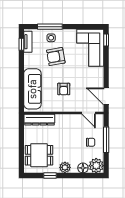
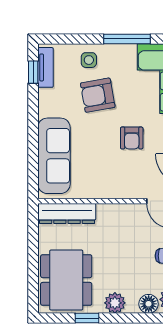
window: (50, 27) -> (127, 39), moved
armchair: (64, 89) -> (132, 138), moved
dining table: (39, 155) -> (66, 280), width x1.38

